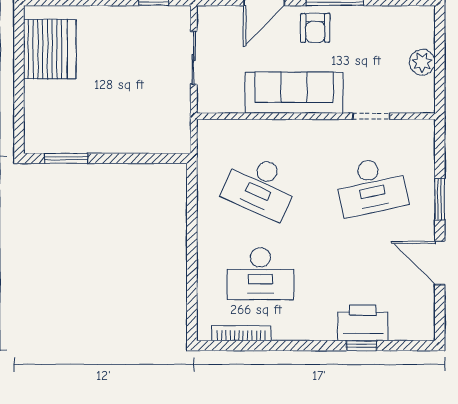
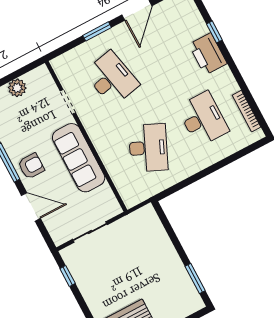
printer: (363, 323) -> (208, 54), moved

